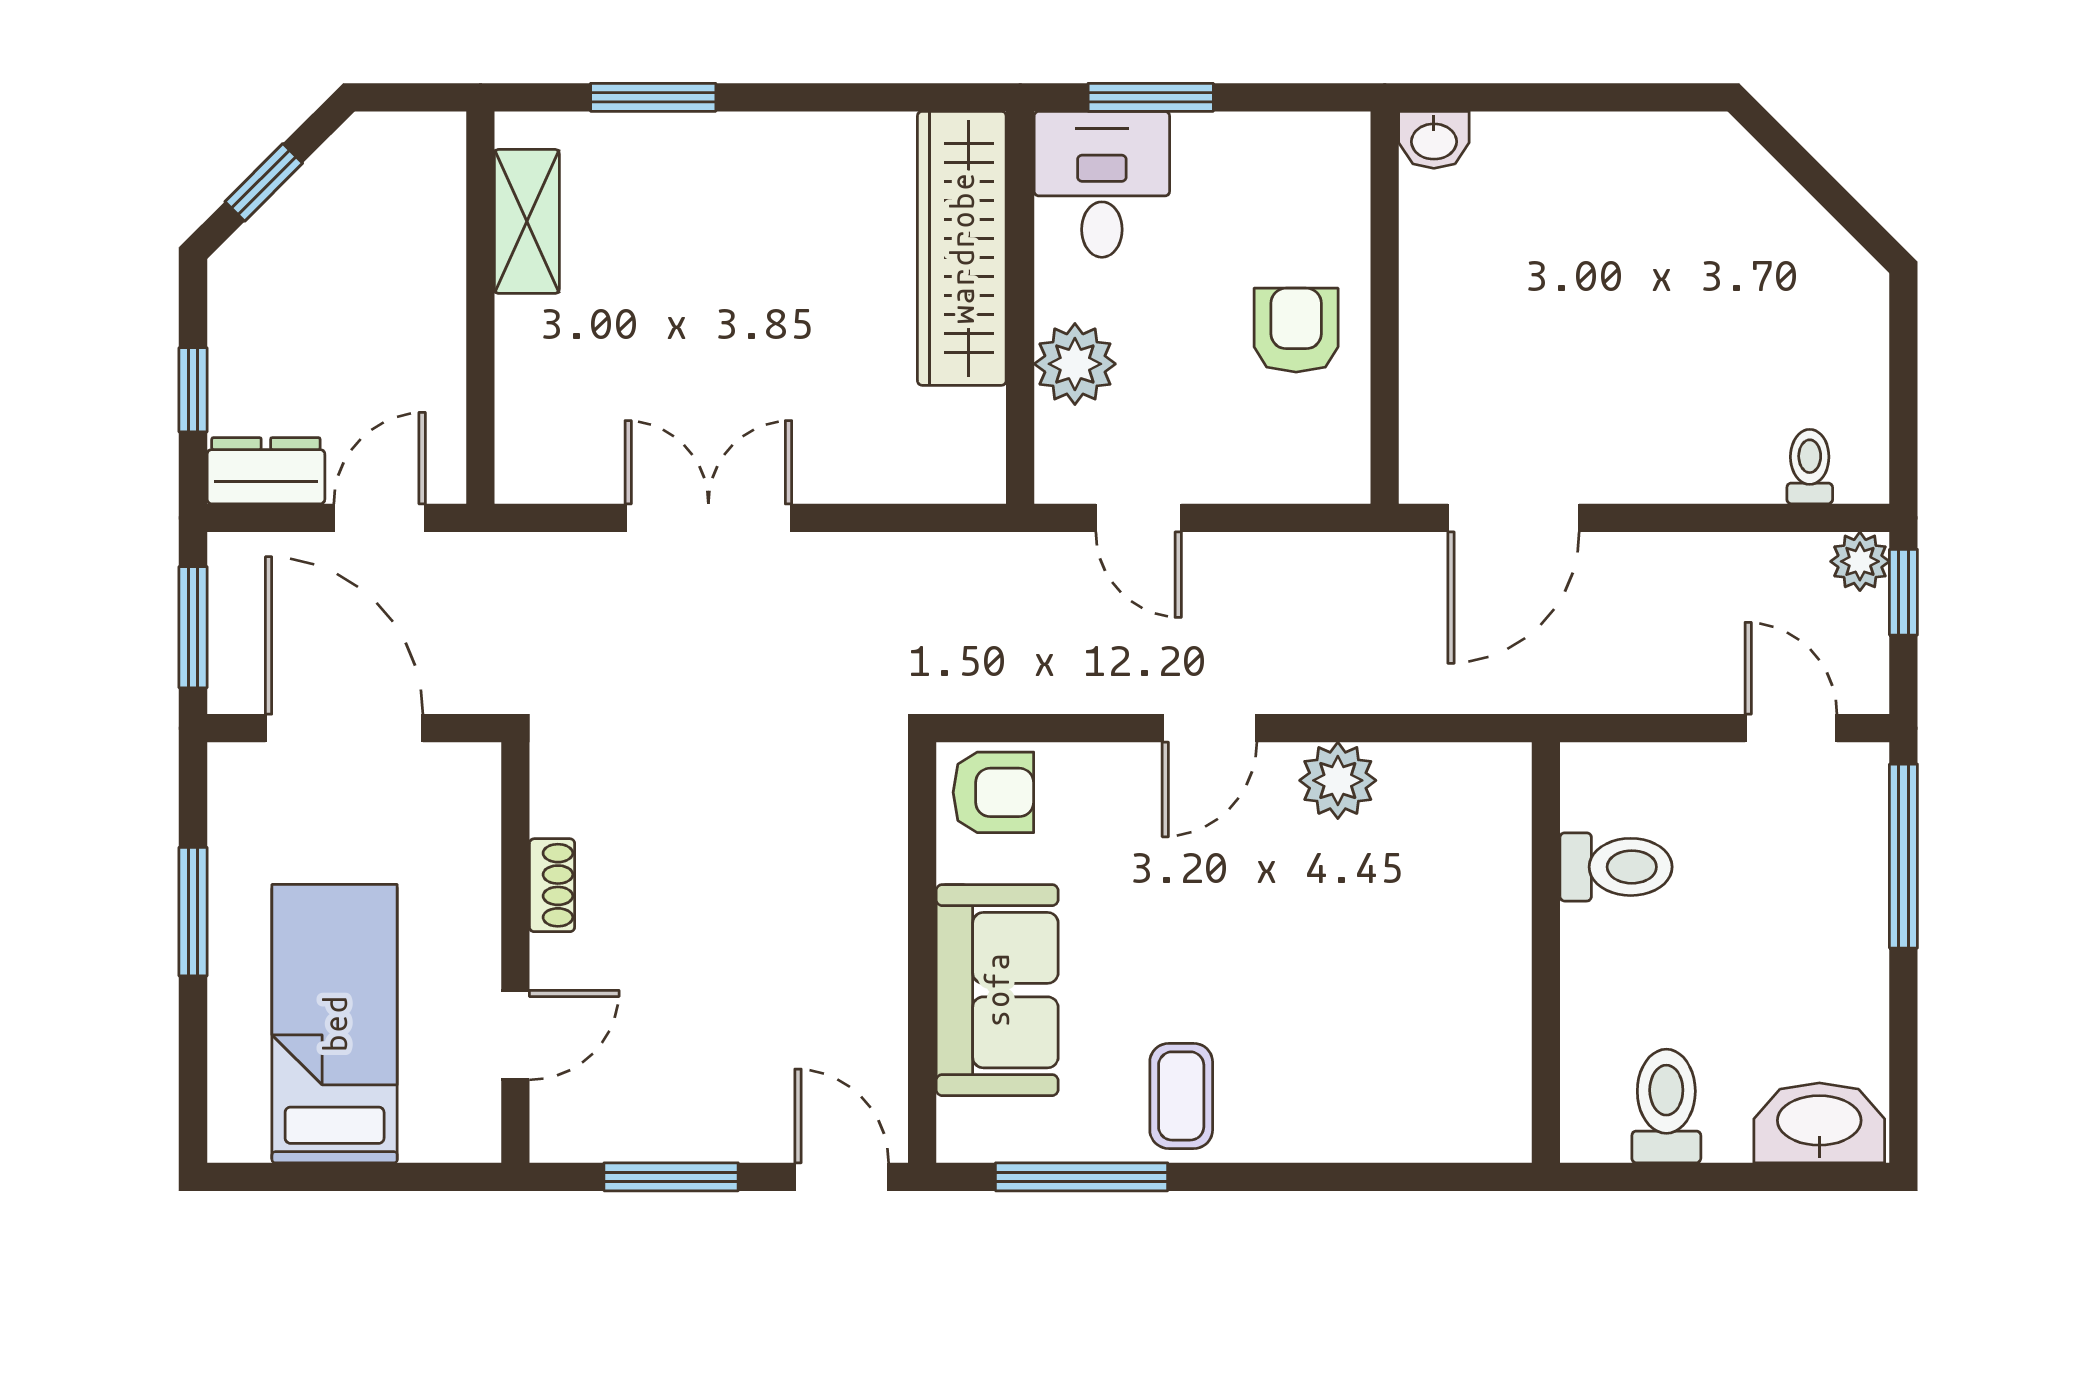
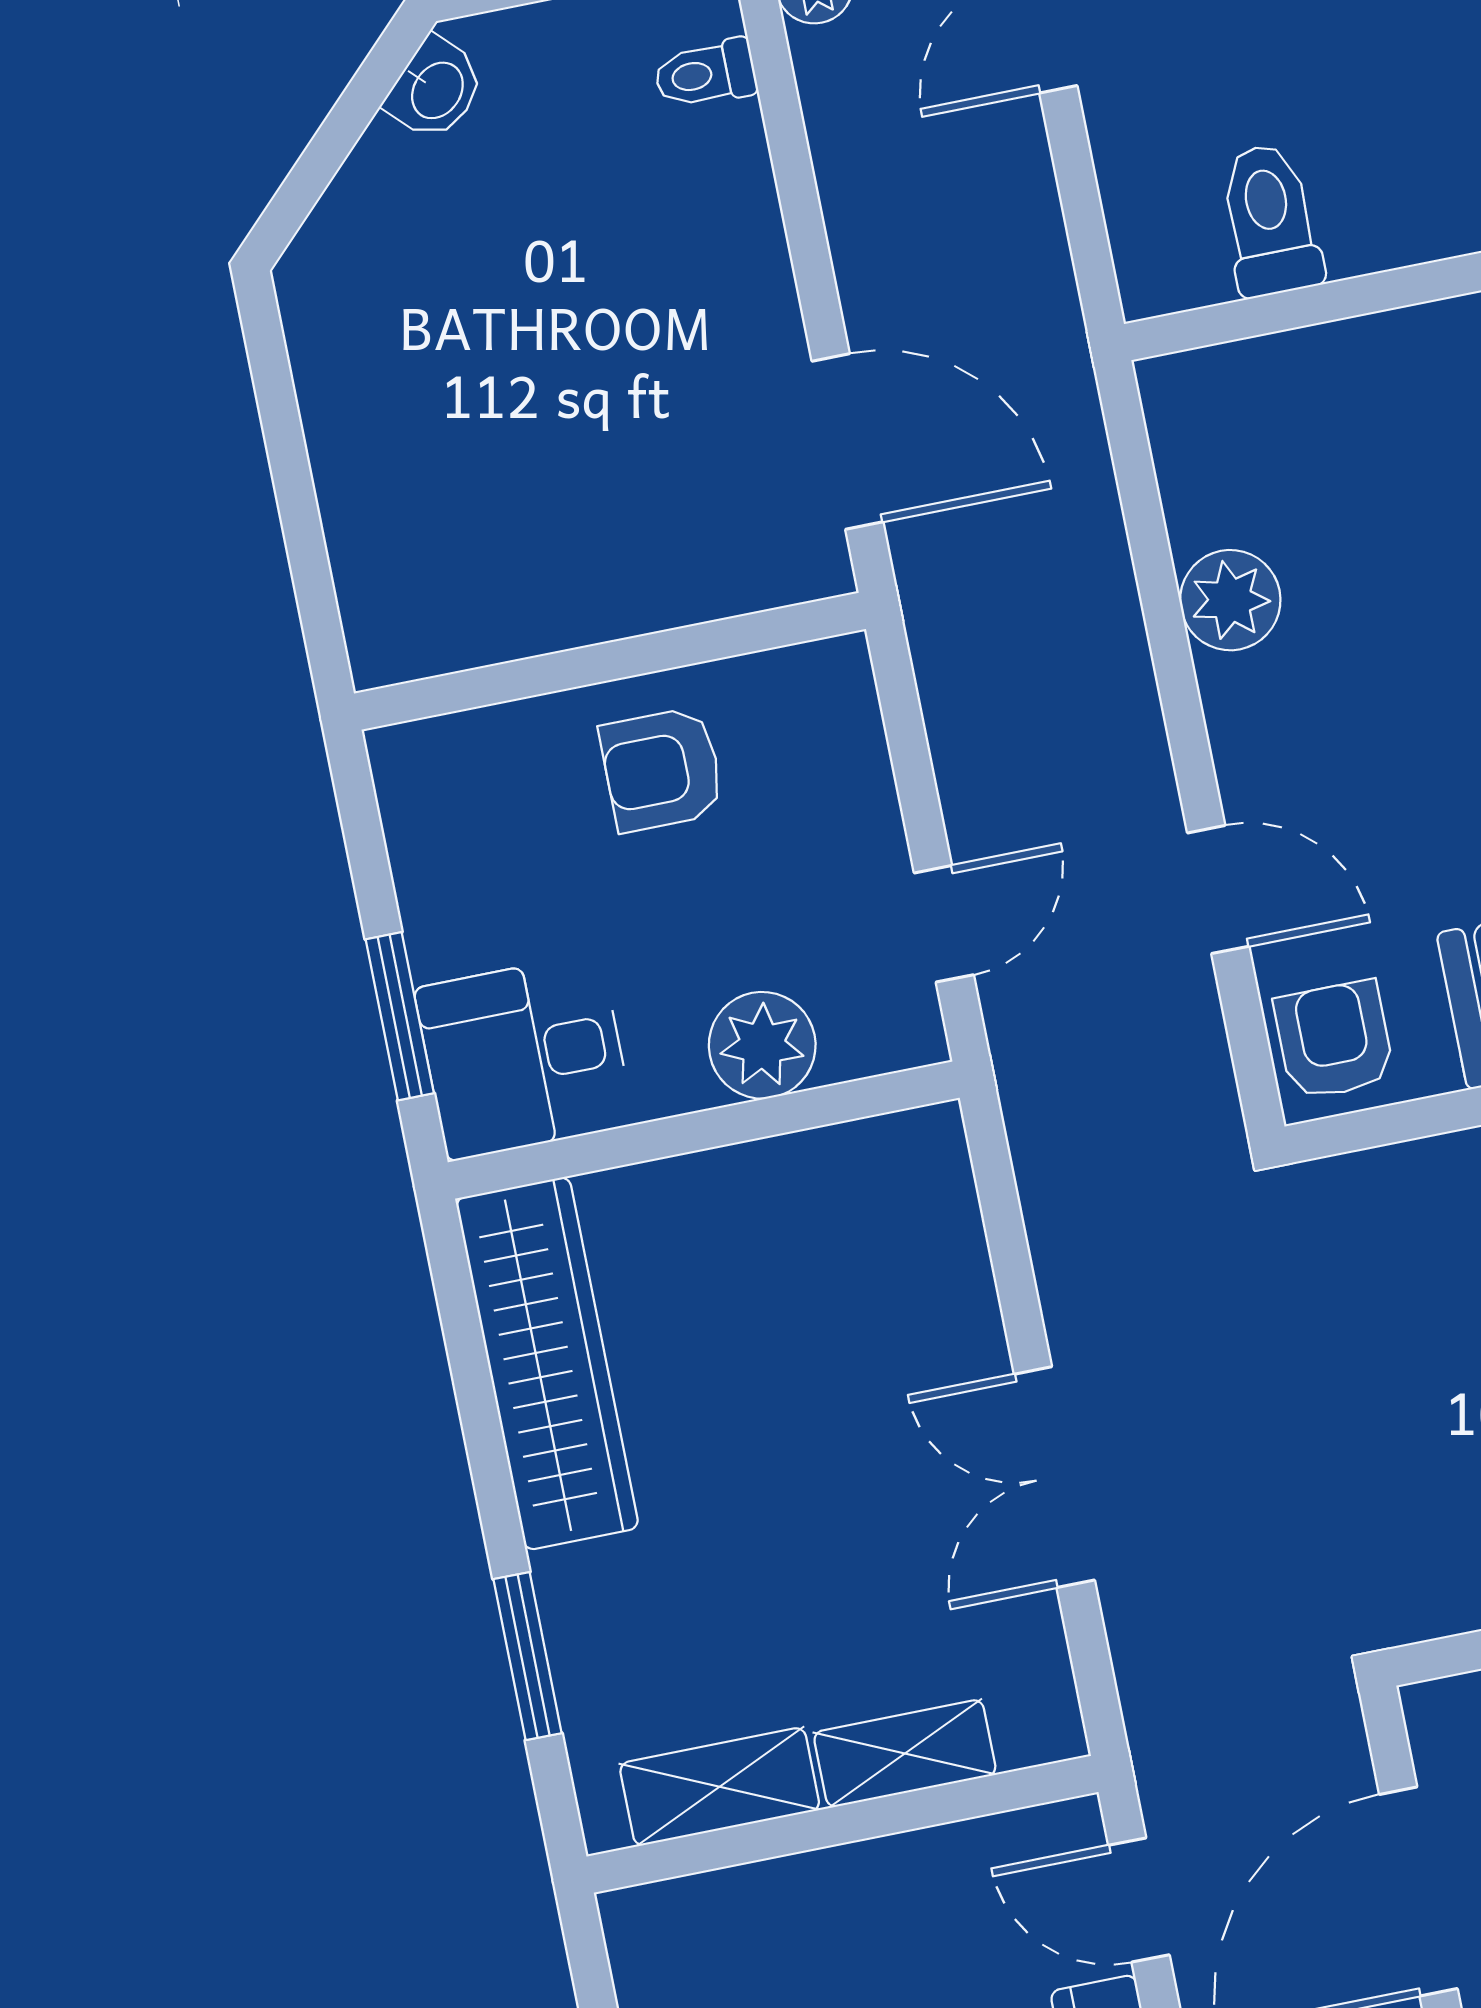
washbasin: (1434, 140) -> (436, 89), moved, turned 45
wardrobe: (962, 248) -> (547, 1363), moved, turned -90
shelving: (524, 365) -> (905, 1753), added
door: (1209, 728) -> (1218, 890), moved

